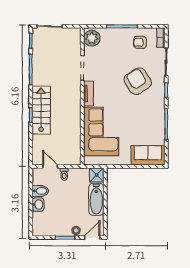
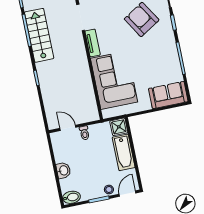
stairs: (41, 110) -> (39, 35), moved
bidet: (40, 191) -> (71, 197), moved

